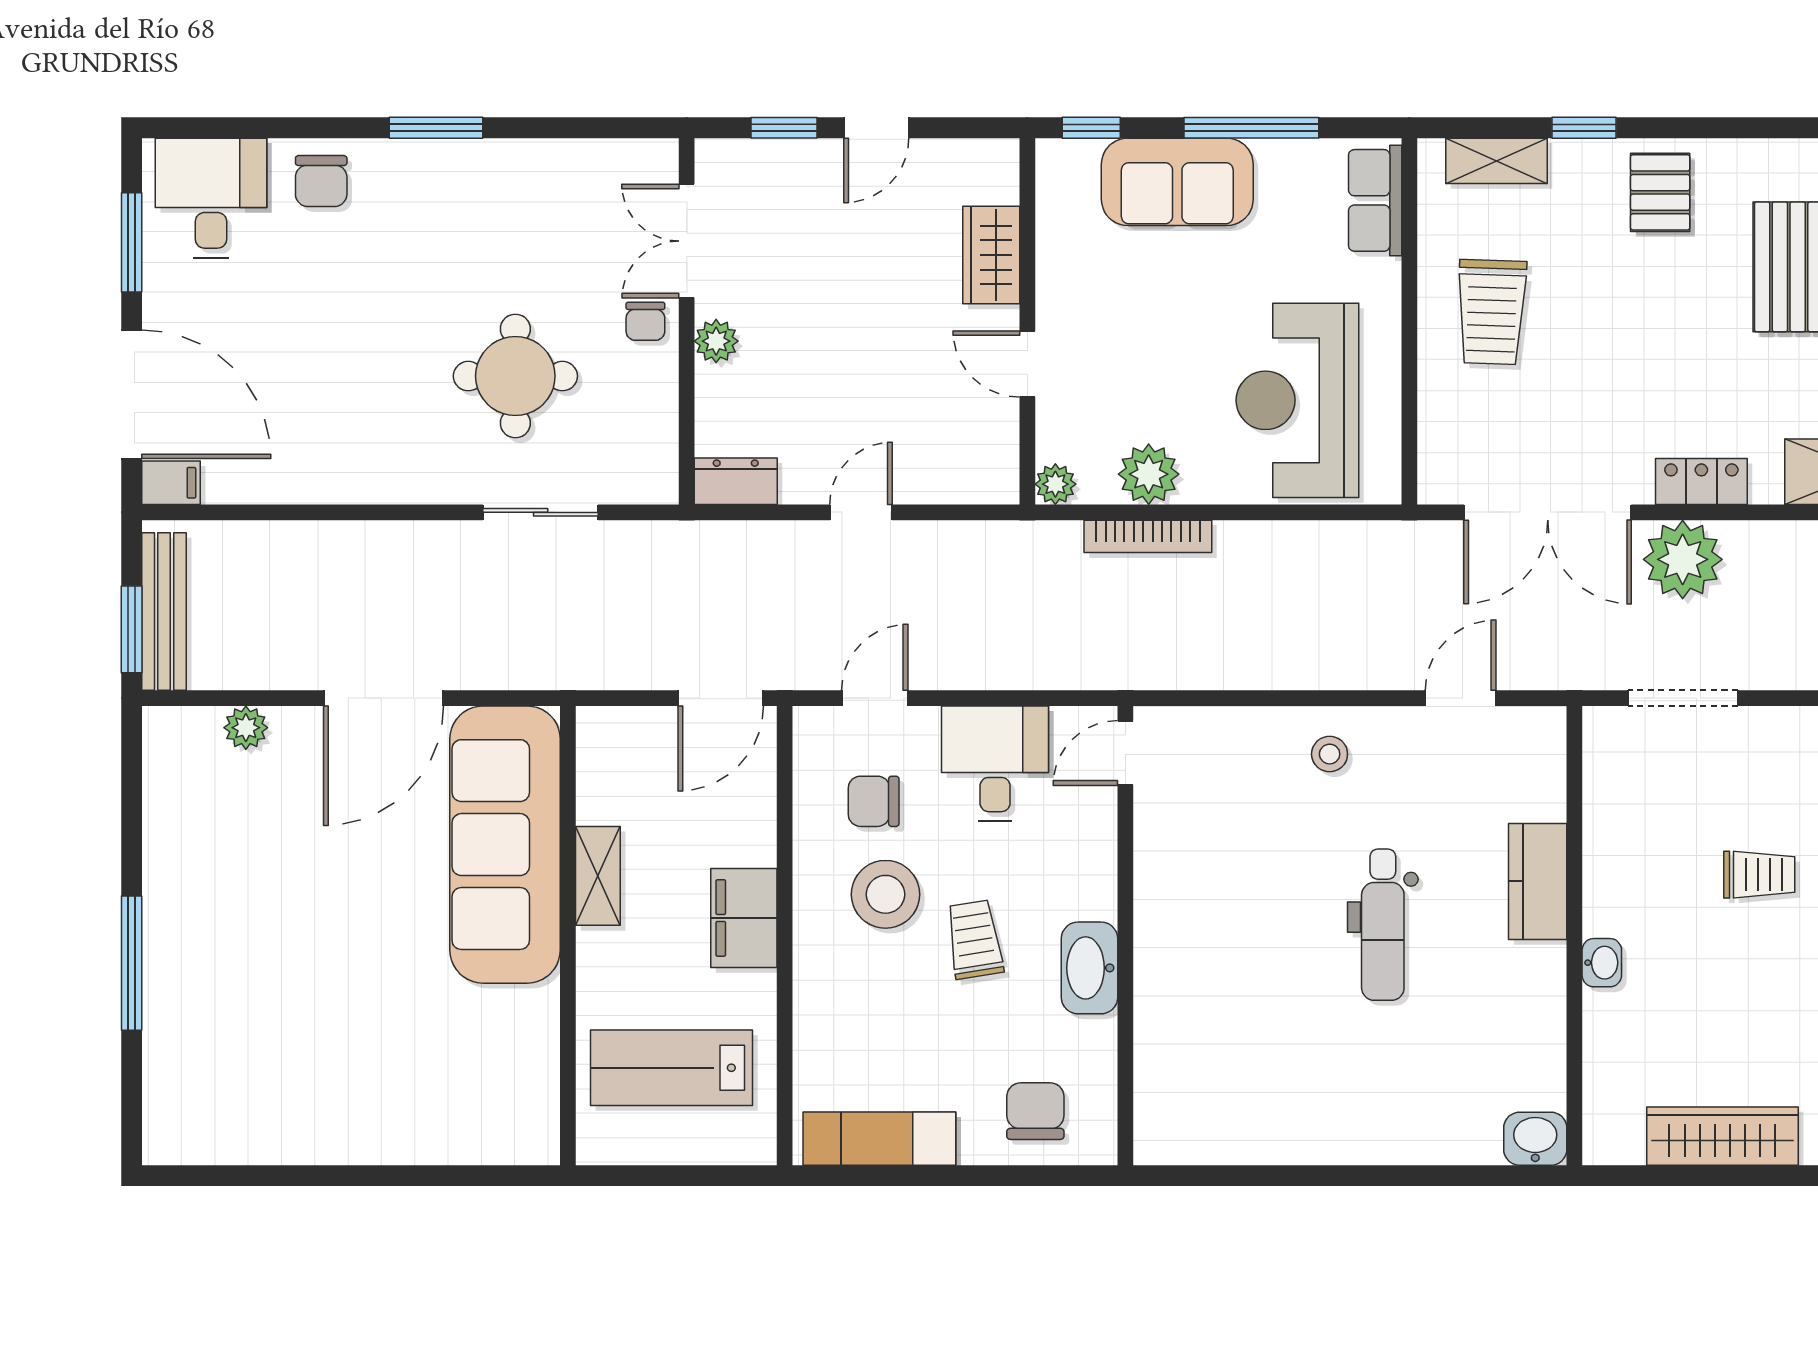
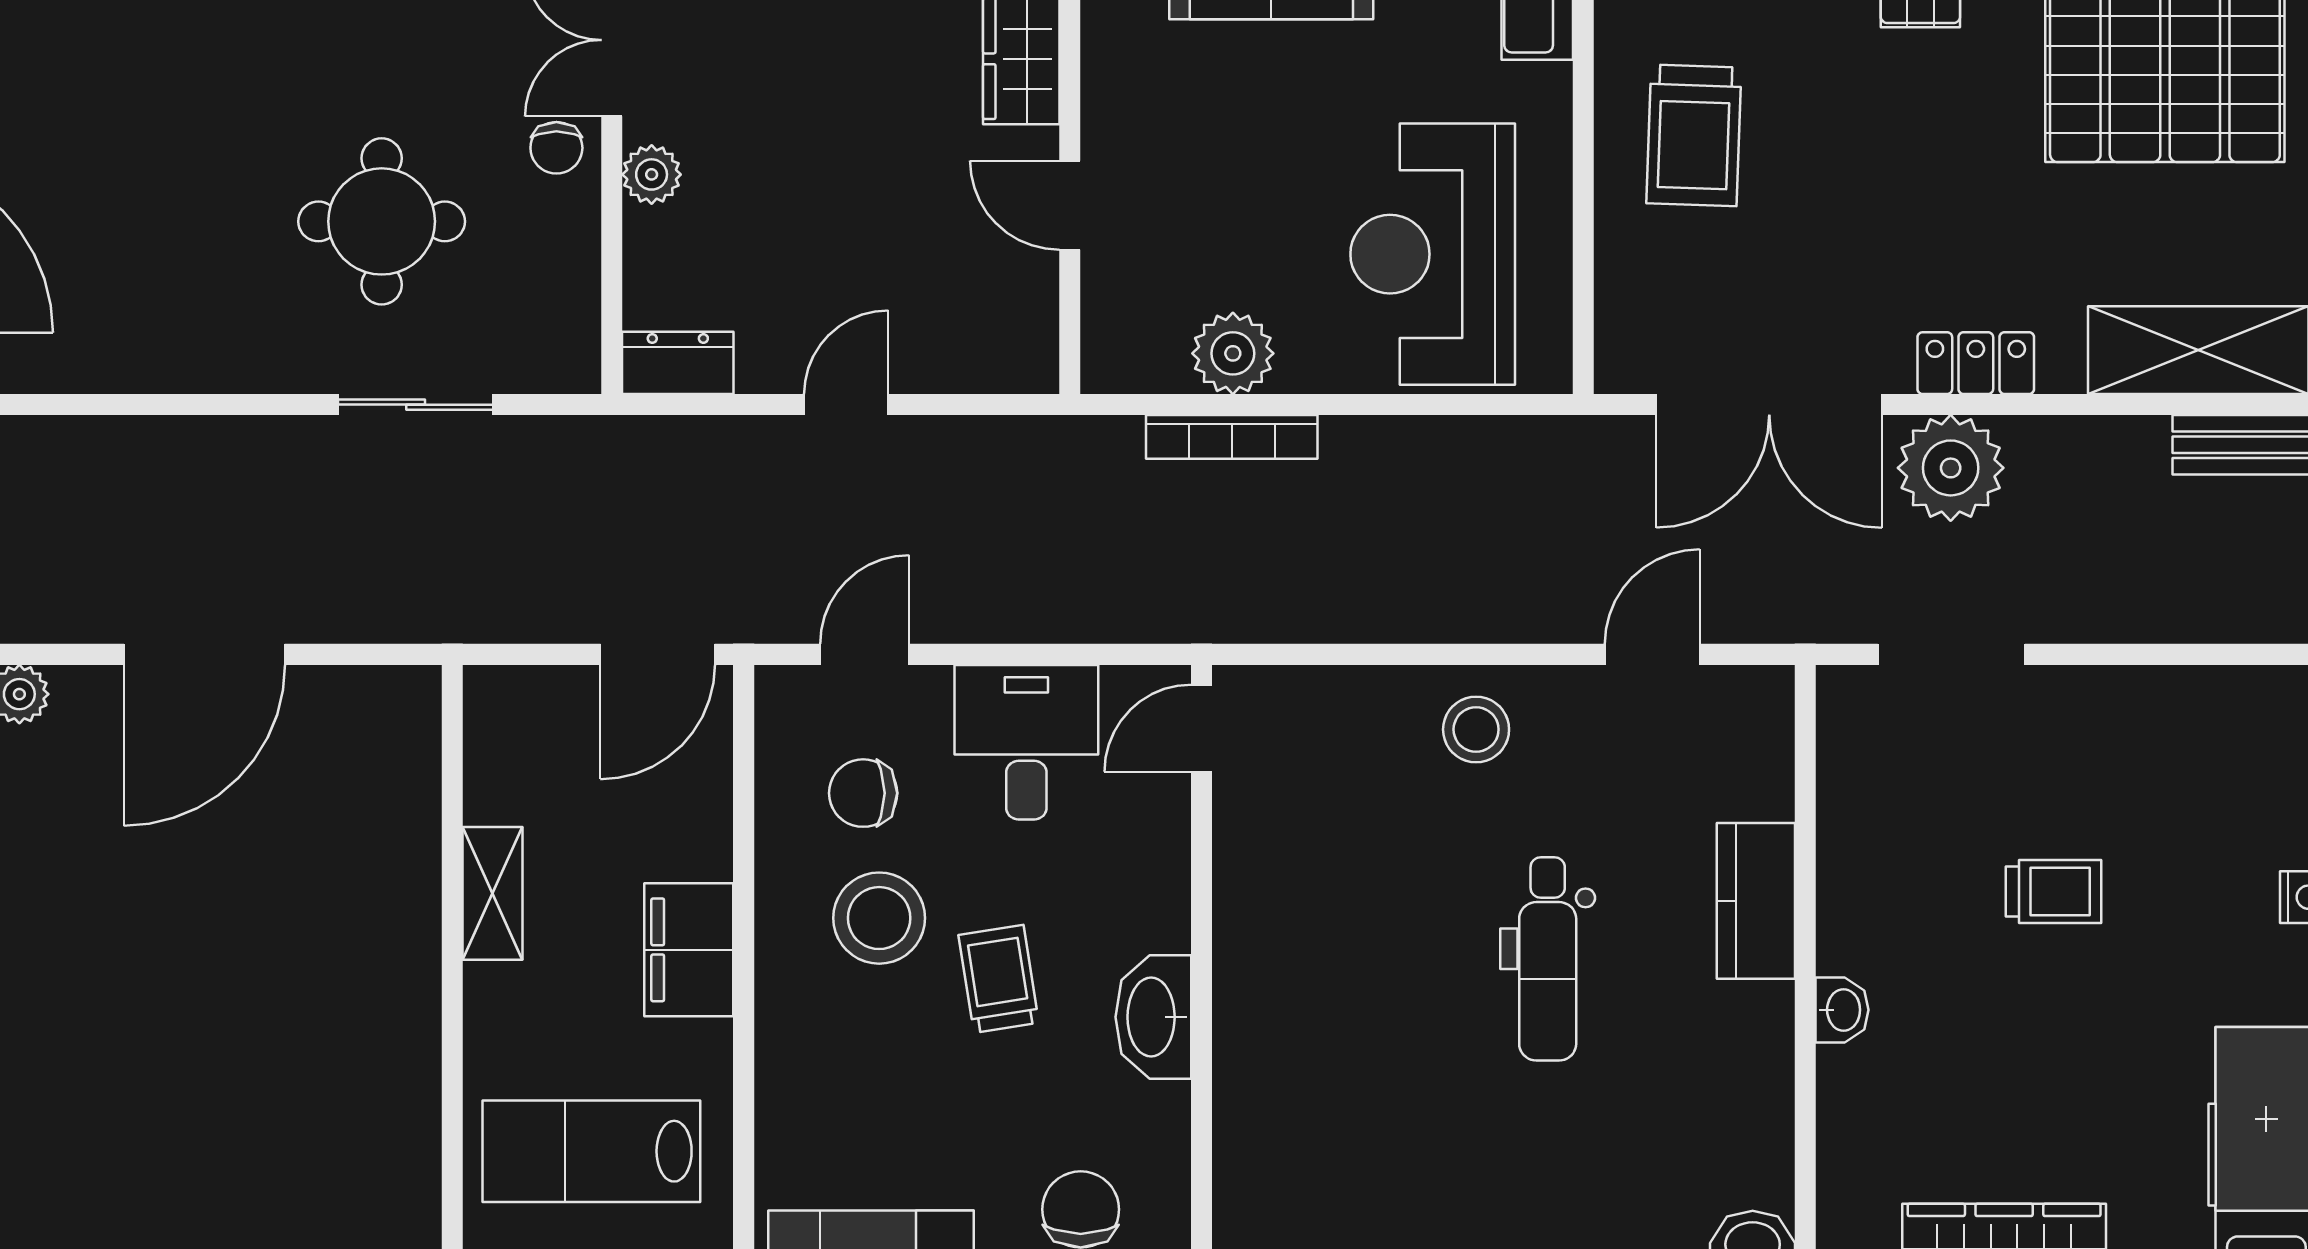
plant: (1055, 484) -> (1108, 367), removed
stool: (1330, 754) -> (1476, 729), width x1.37, depth x1.37
sofa: (505, 845) -> (368, 851), removed

